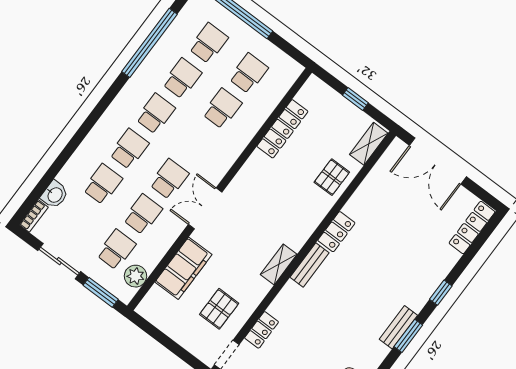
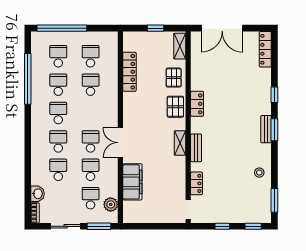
bench: (309, 265) -> (196, 148), moved
pallet: (219, 309) -> (175, 107), moved

